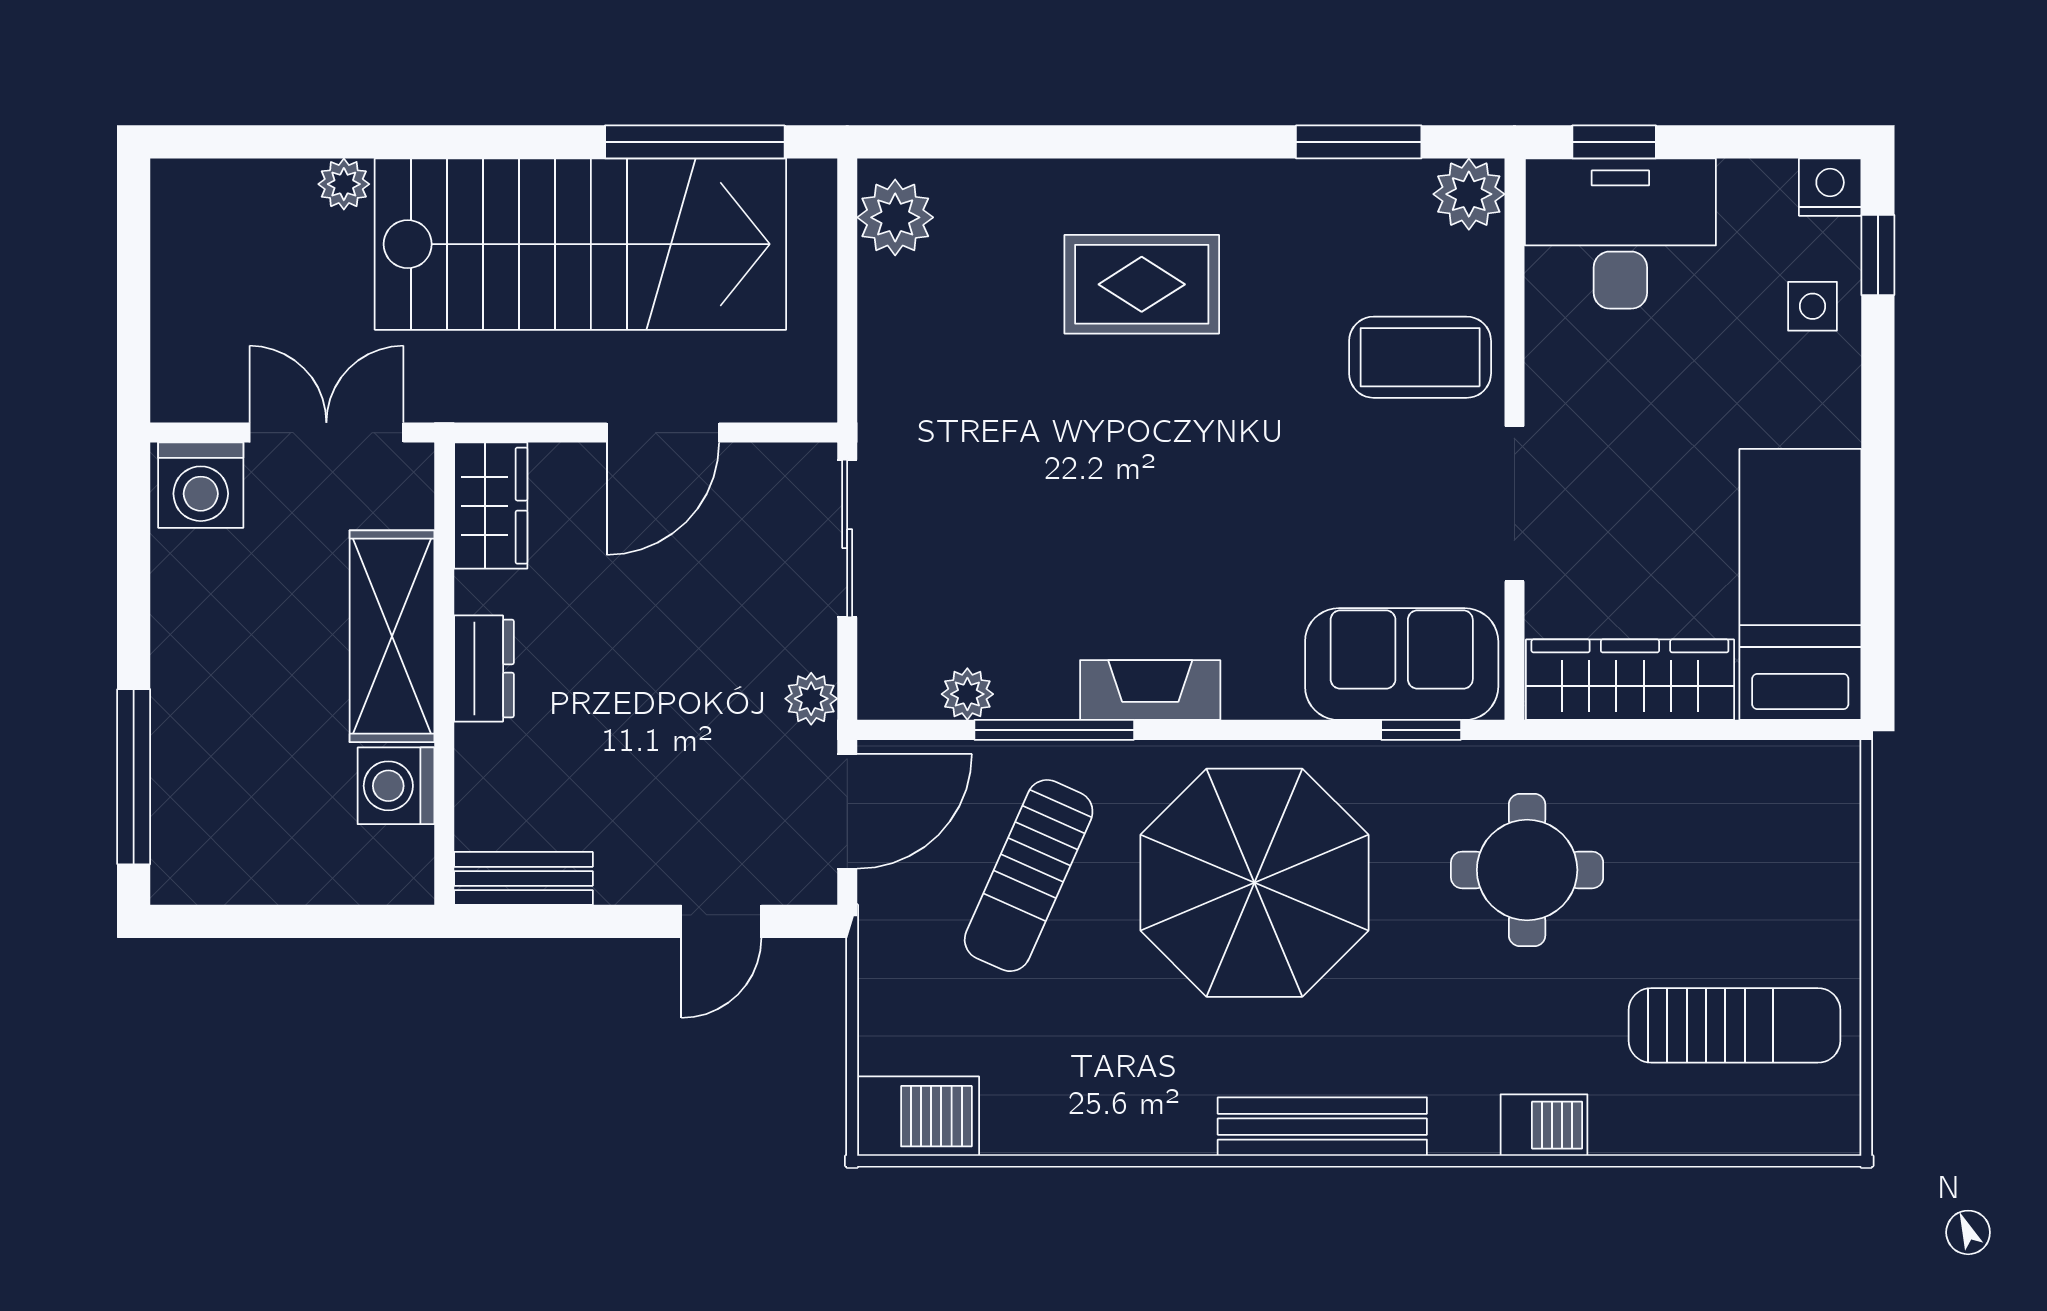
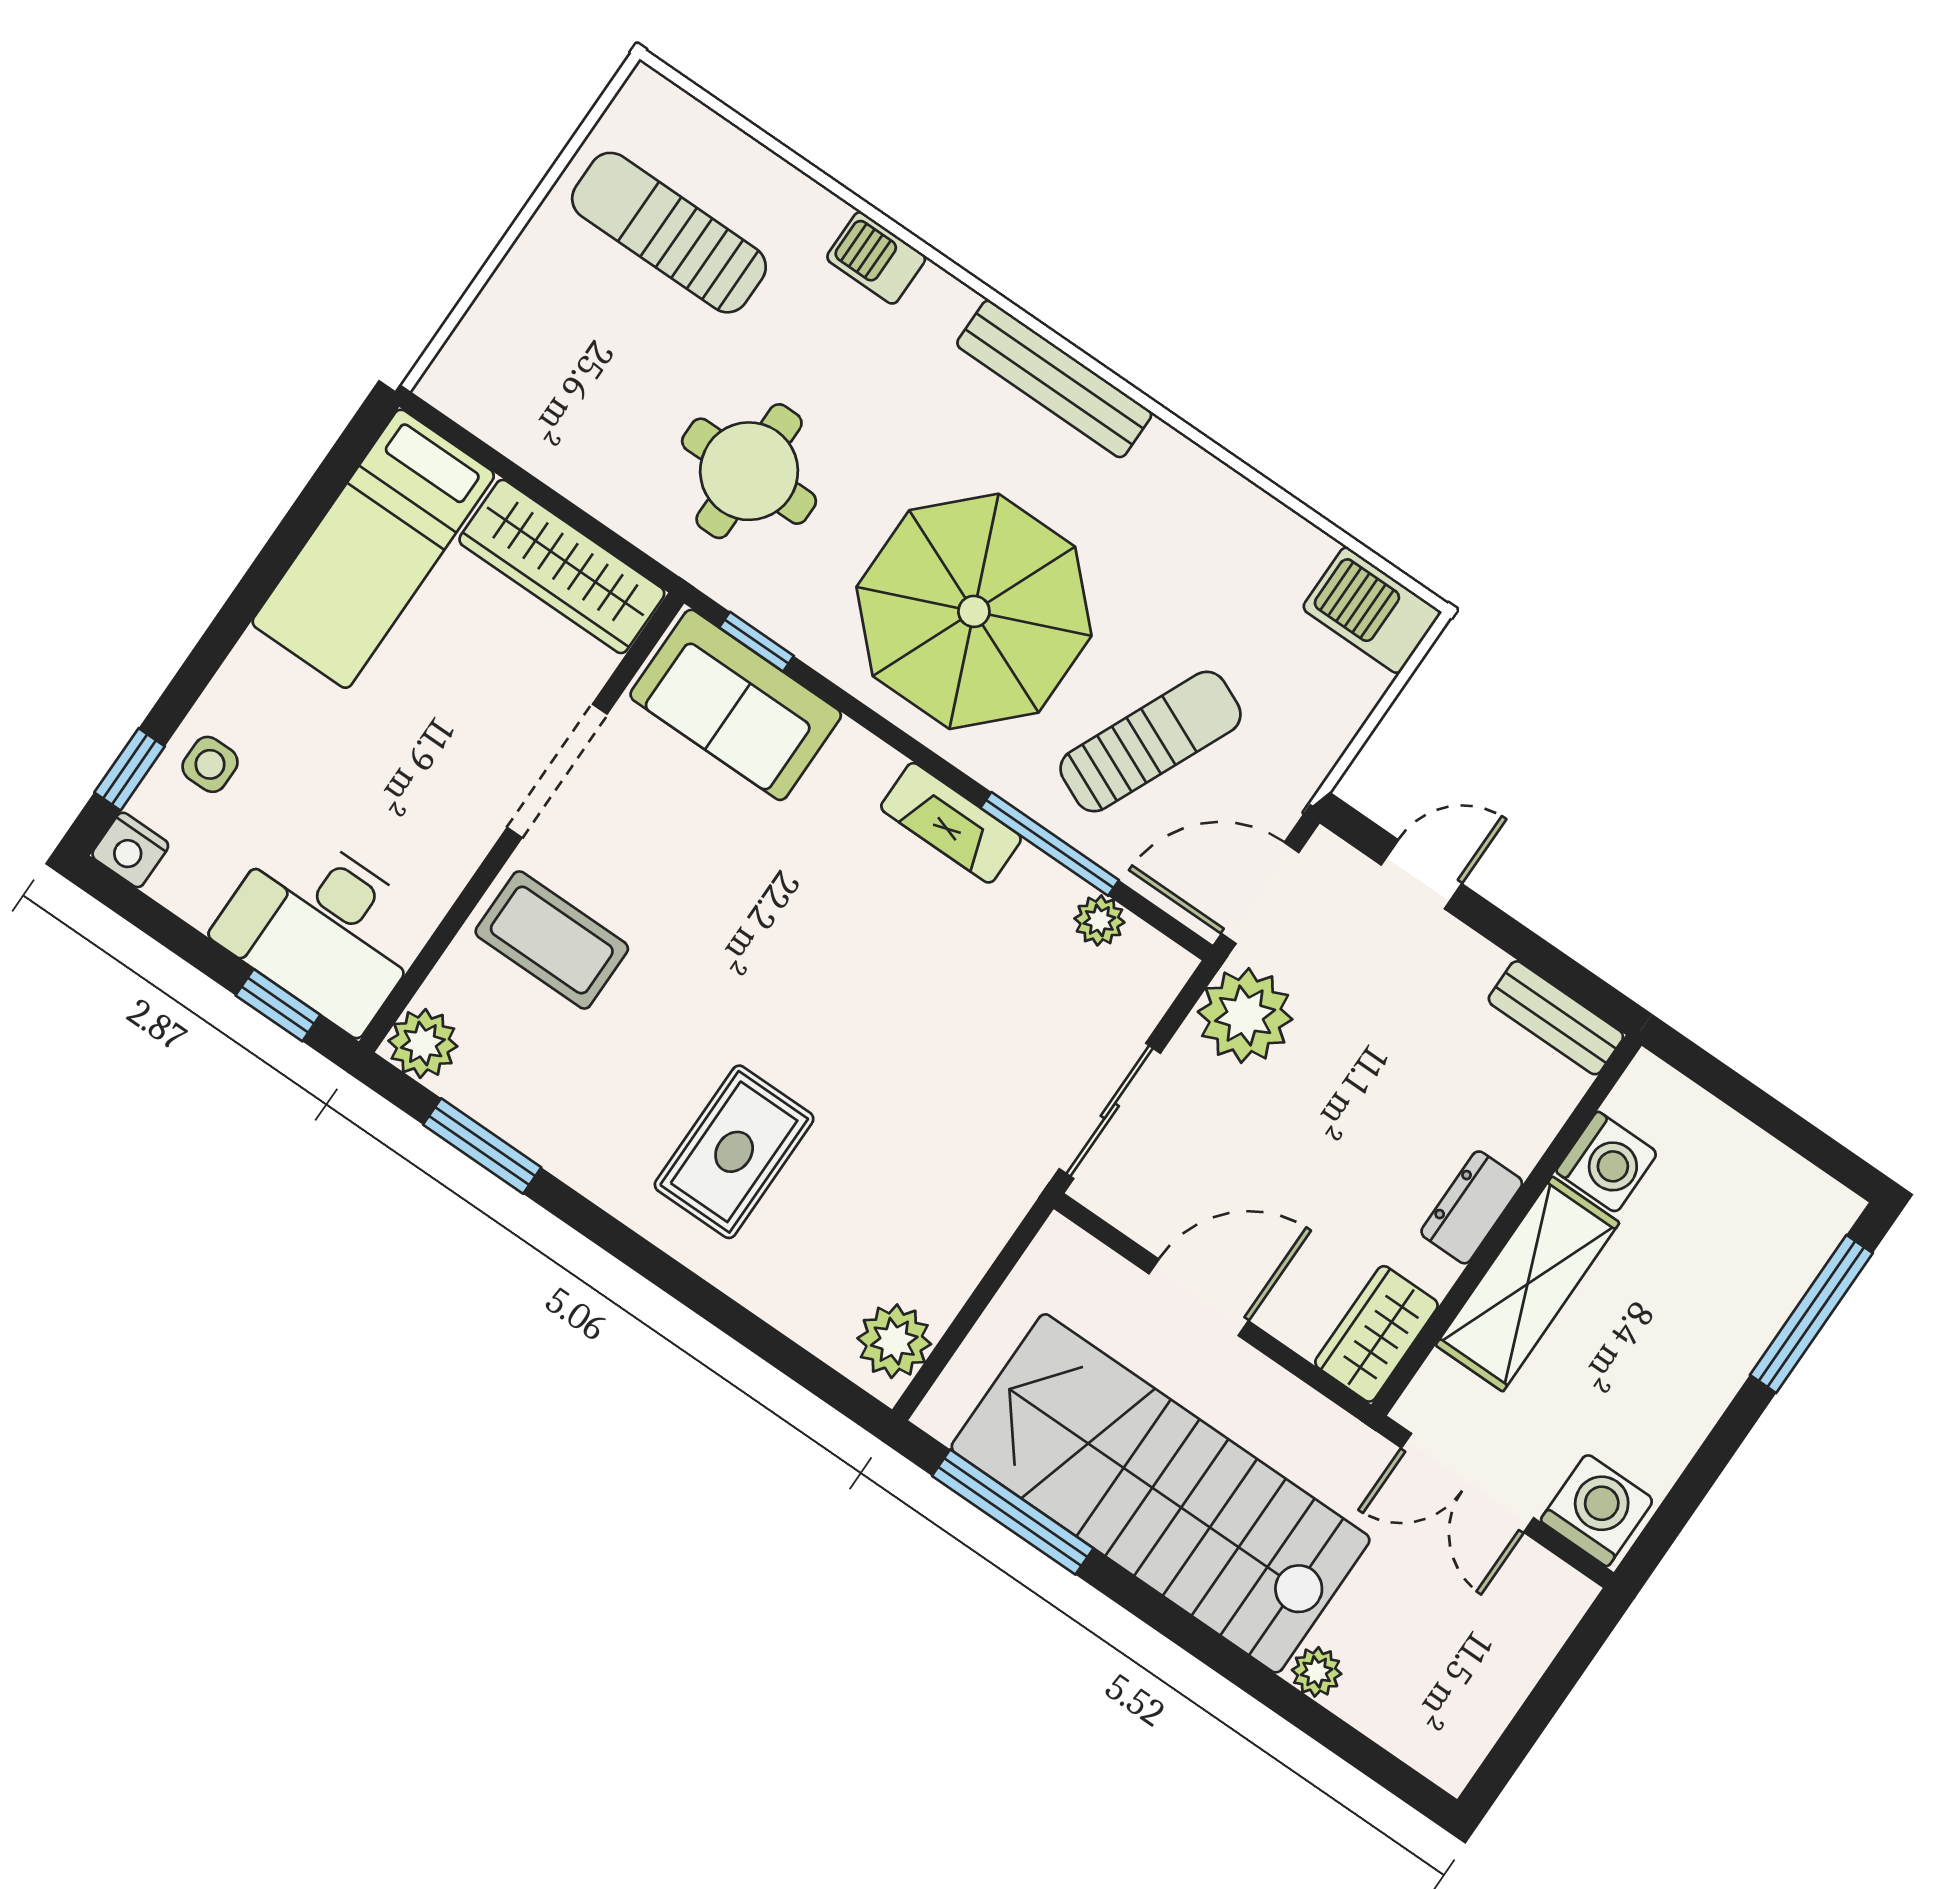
rug: (1142, 284) -> (734, 1152), turned 90
plant: (811, 699) -> (1245, 1015), width x1.88, depth x1.88

